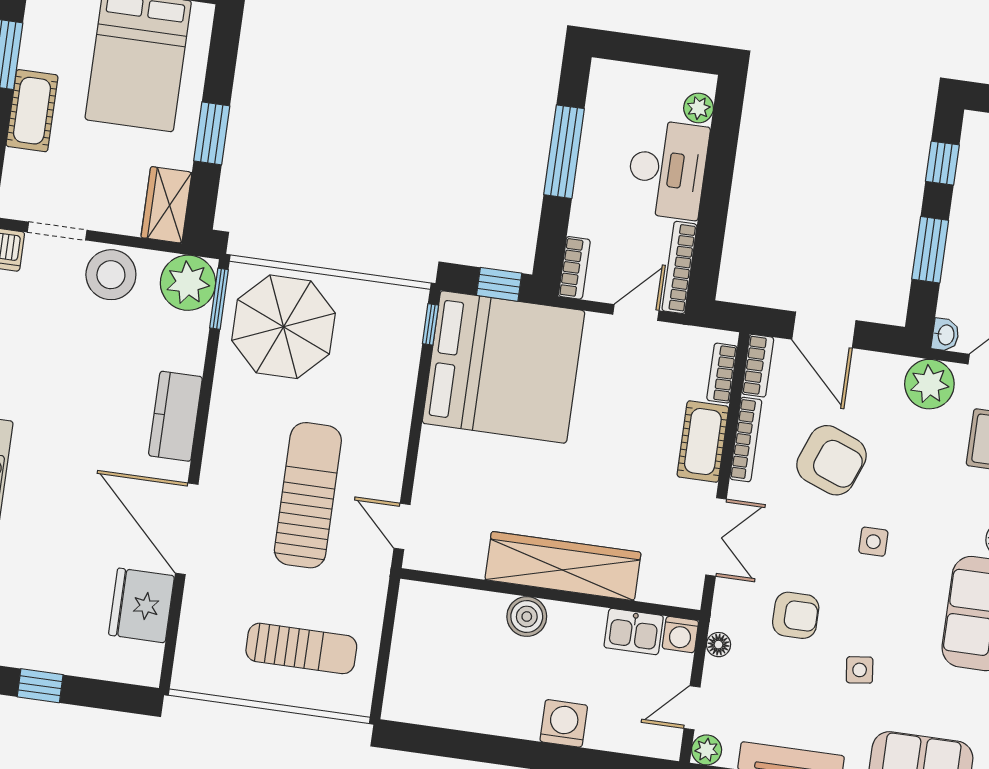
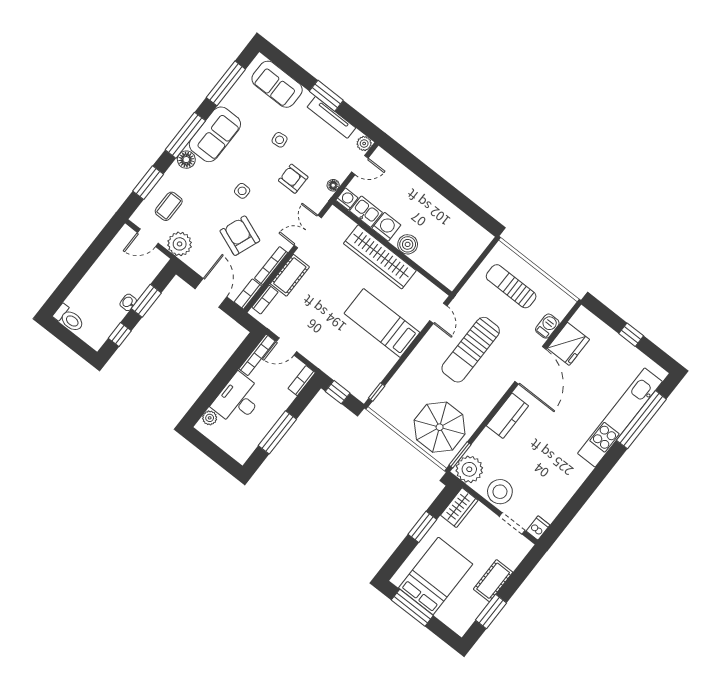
washbasin: (945, 335) -> (128, 302), moved
bed: (503, 367) -> (382, 323), moved, width x0.49
barbecue: (197, 615) -> (547, 326), added
washing machine: (564, 723) -> (386, 227), moved, turned 180

